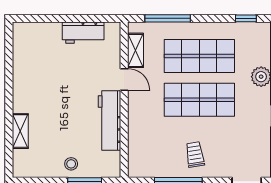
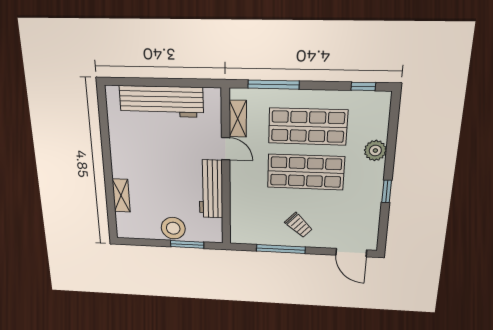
workbench: (83, 33) -> (161, 101), width x1.88, depth x1.32
trolley: (195, 154) -> (299, 225), turned 142
stool: (71, 164) -> (173, 228), width x1.89, depth x1.89

